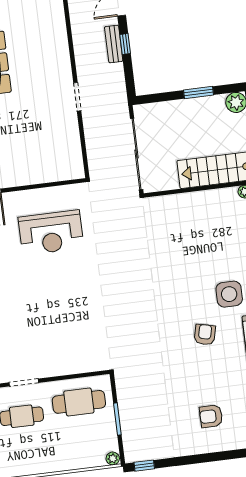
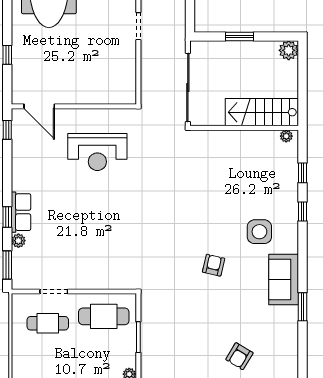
window: (199, 93) -> (239, 36), moved
armchair: (205, 335) -> (214, 265), moved
armchair: (211, 416) -> (239, 356), moved, turned -59

